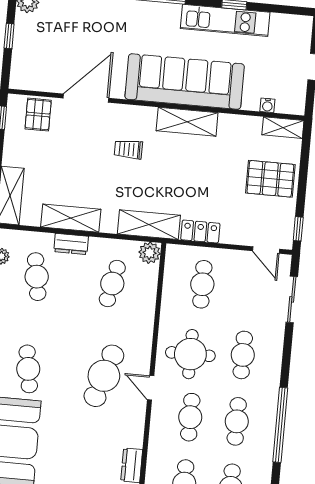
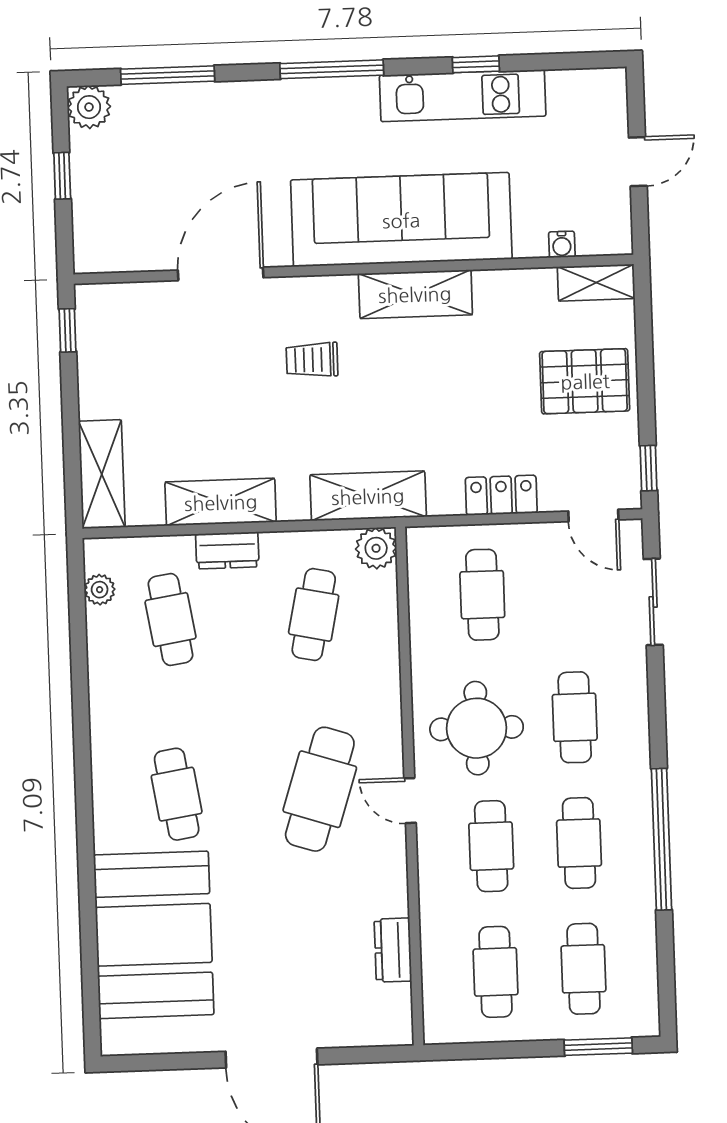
pallet: (38, 115) -> (135, 316), removed
locker: (200, 232) -> (501, 495), moved

